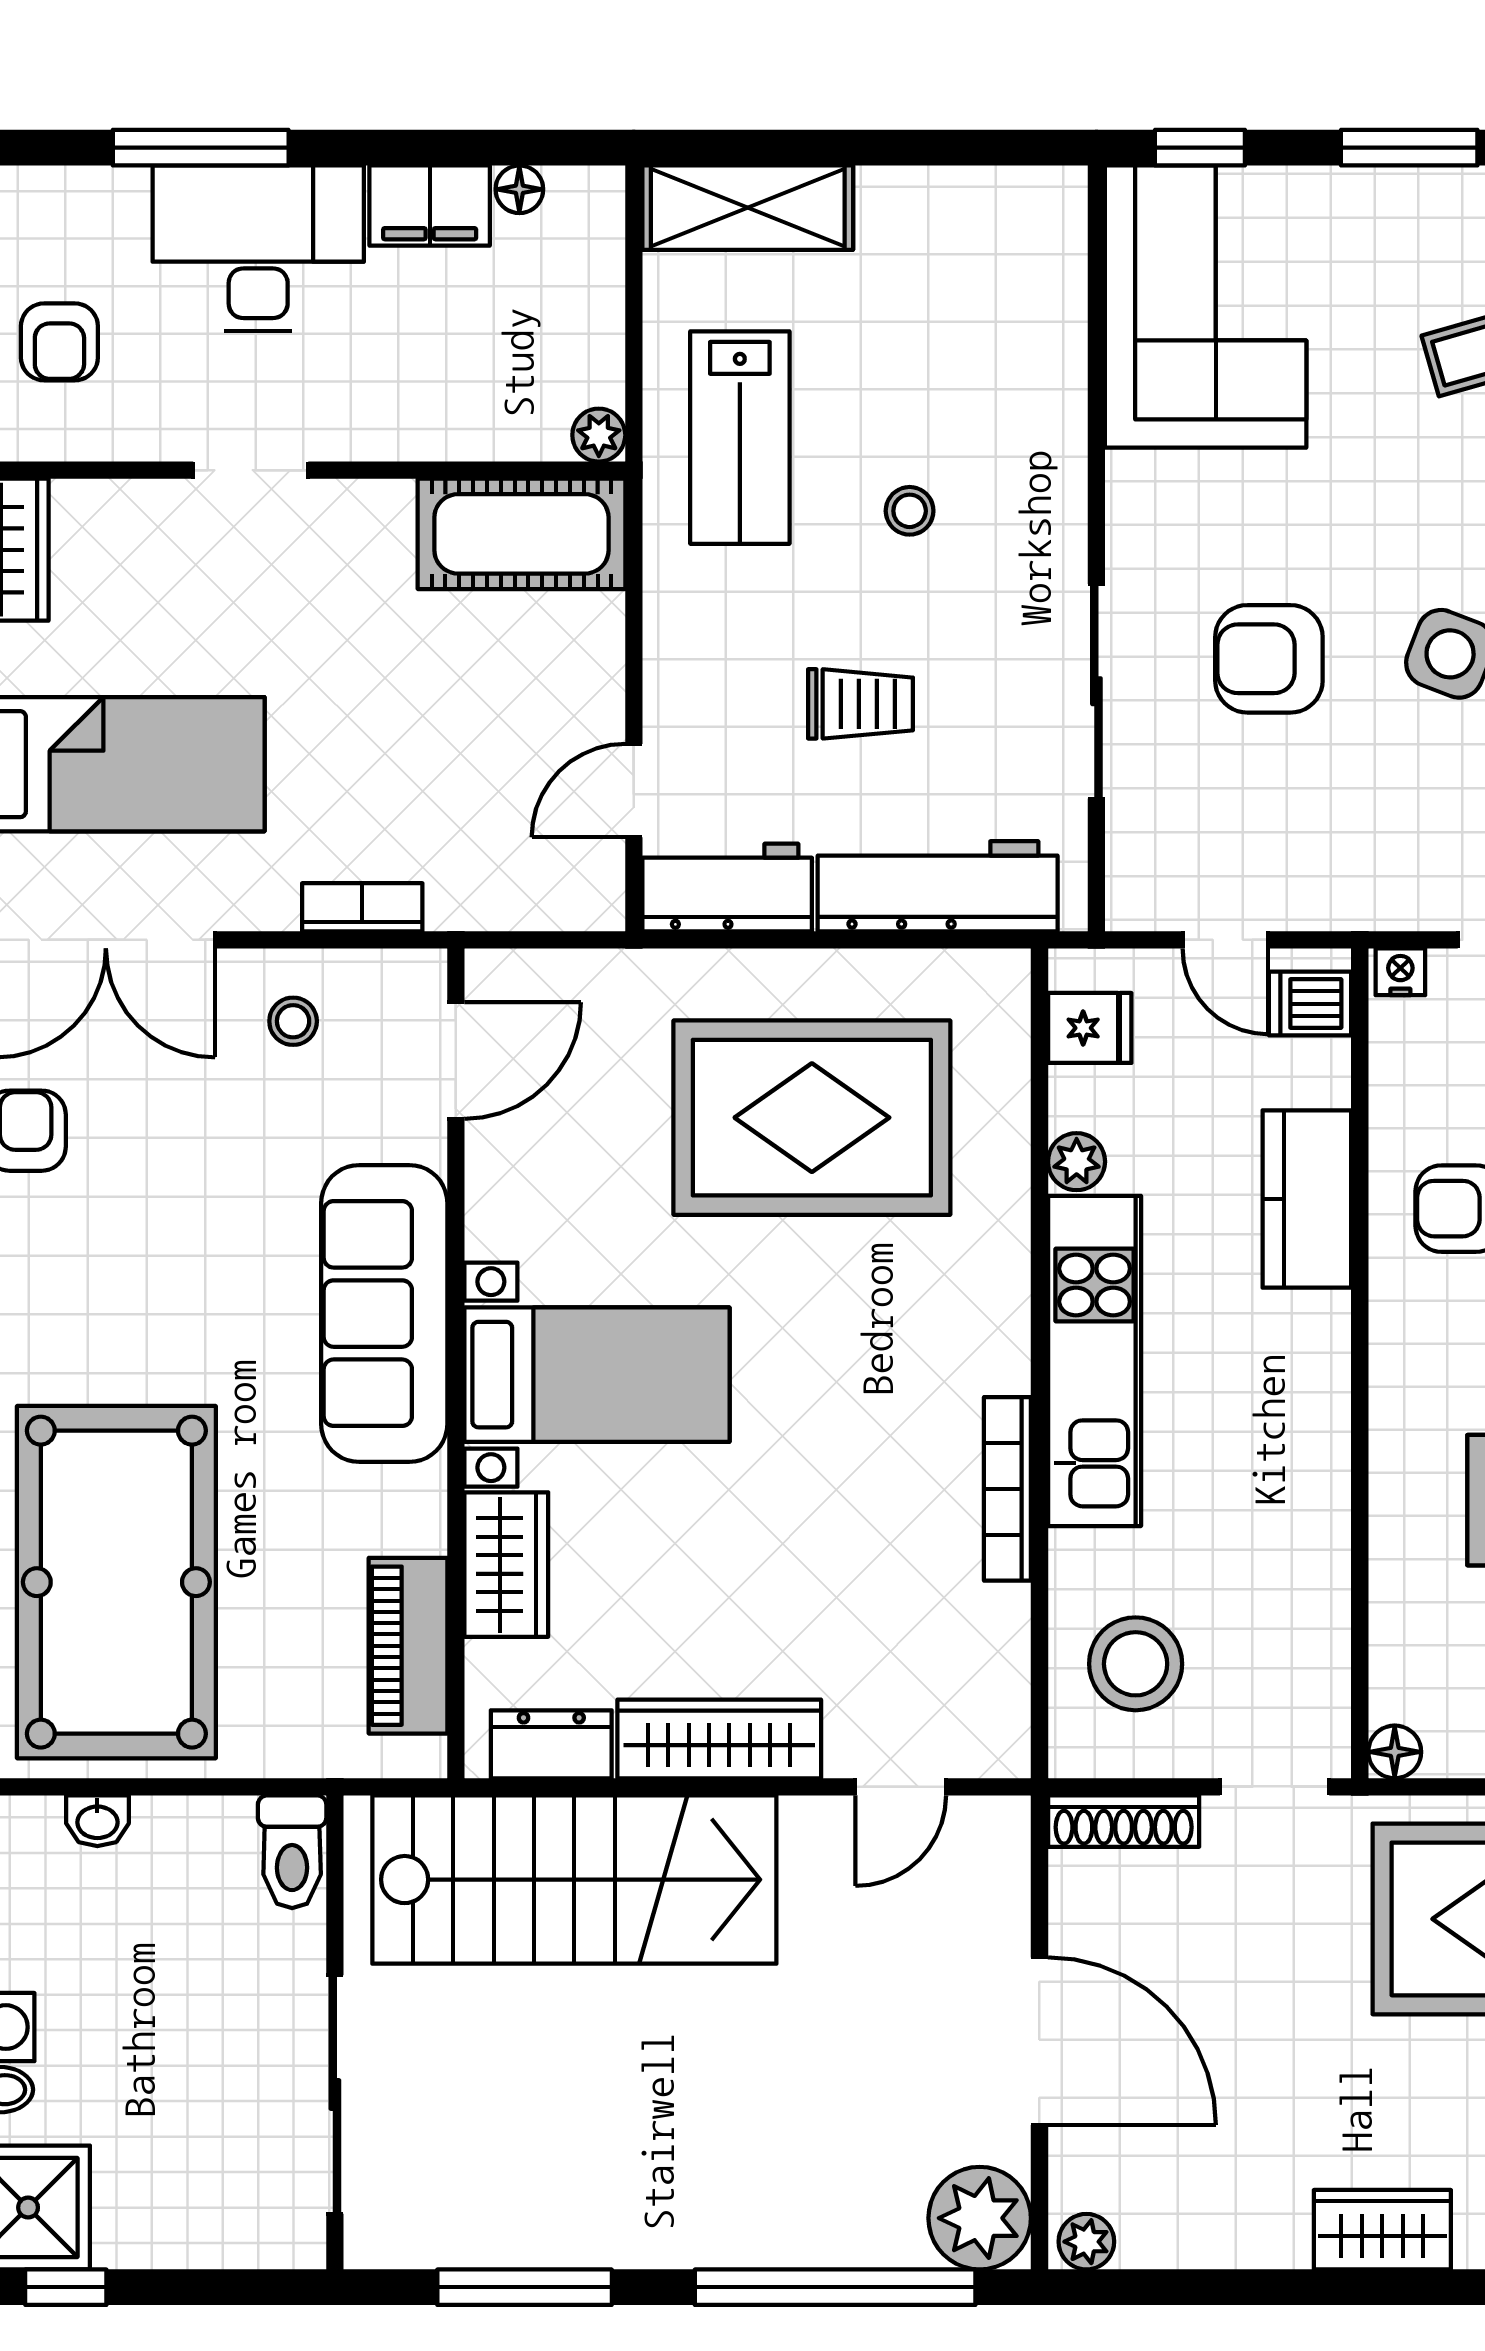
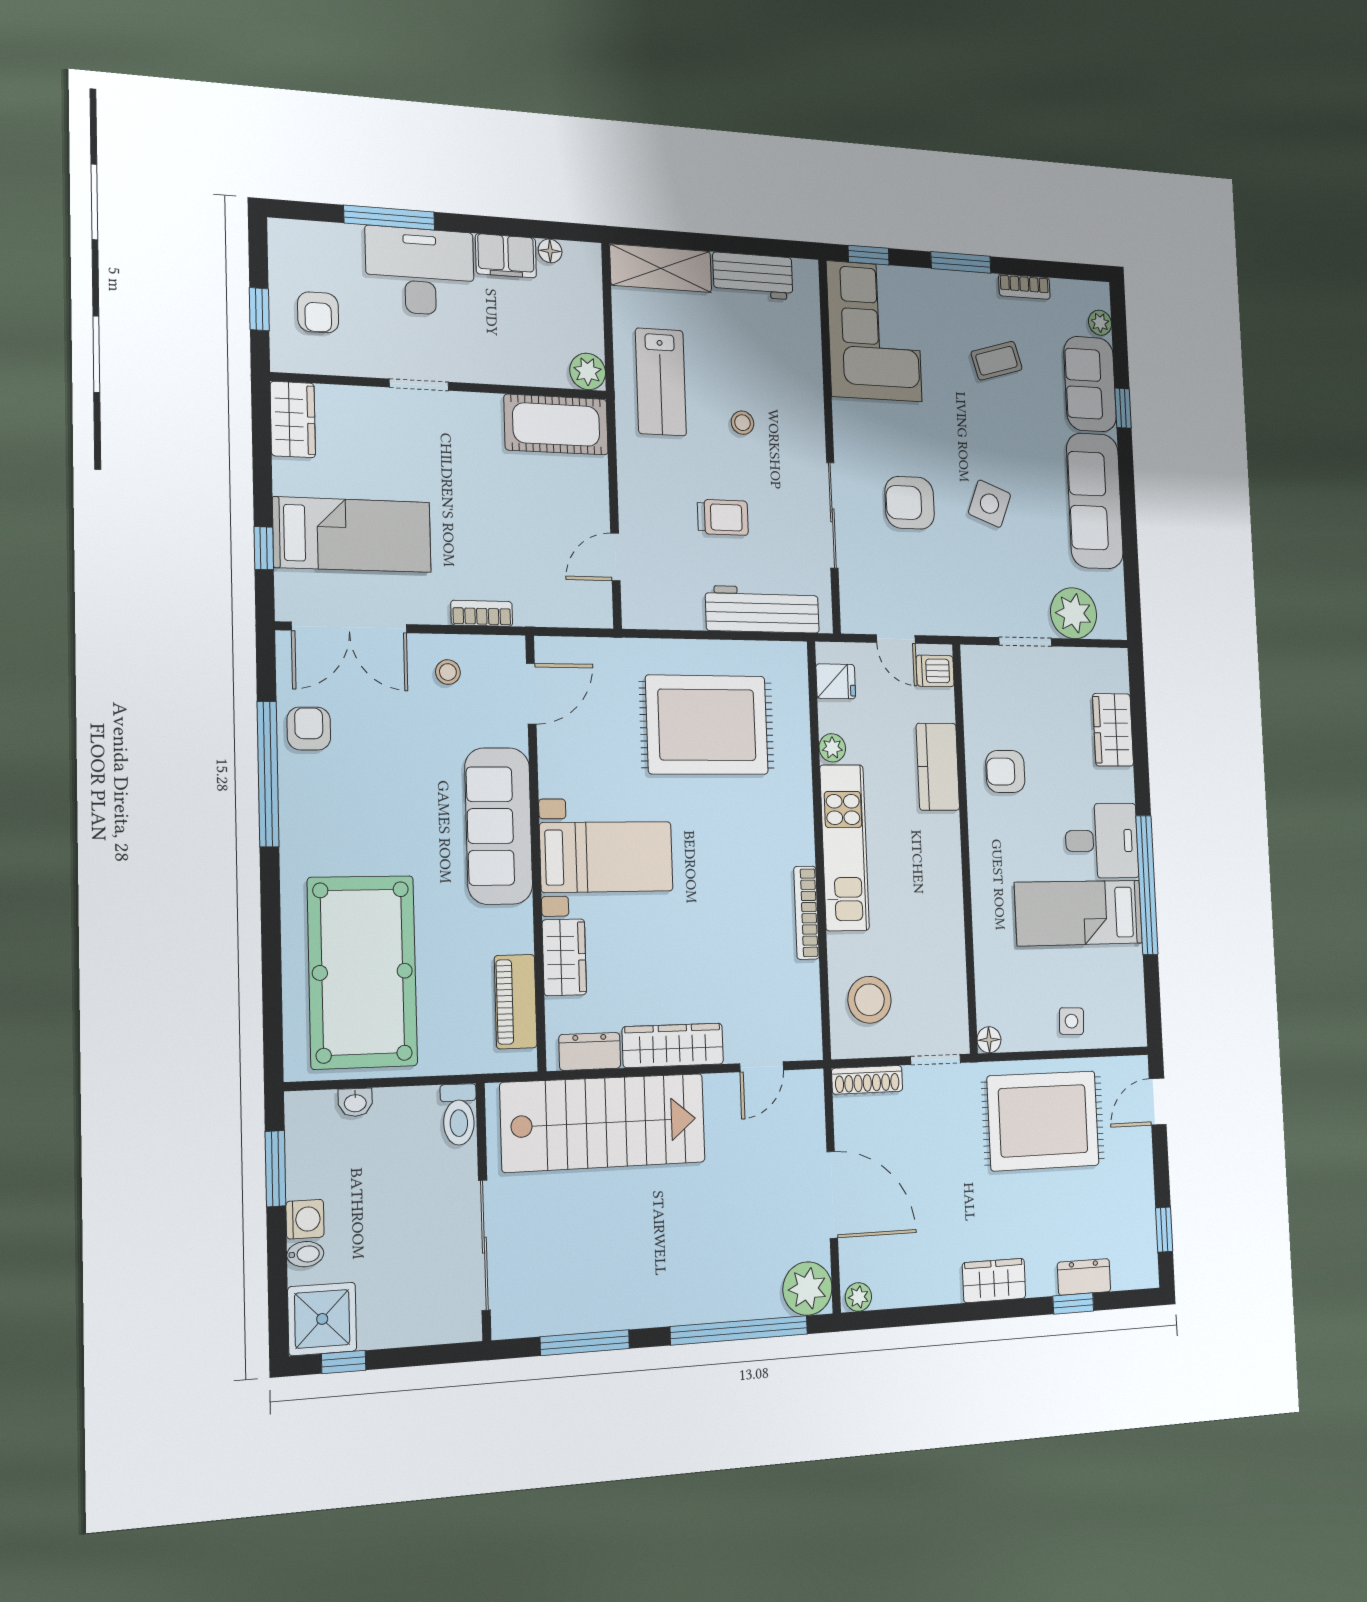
plant: (599, 435) -> (588, 371), width x1.38, depth x1.38
workbench: (727, 887) -> (753, 276), moved, turned 180
nightstand: (1400, 972) -> (975, 656), removed

